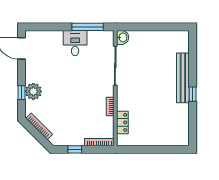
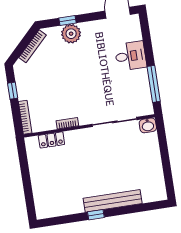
desk: (75, 43) -> (131, 56), moved

